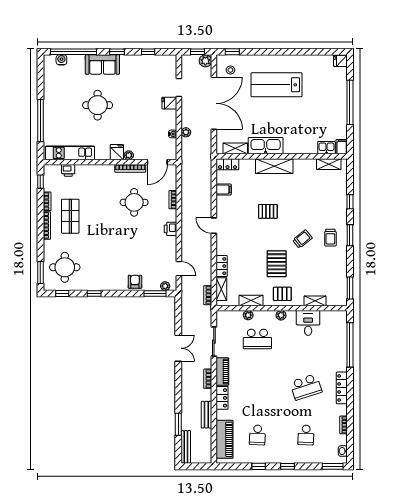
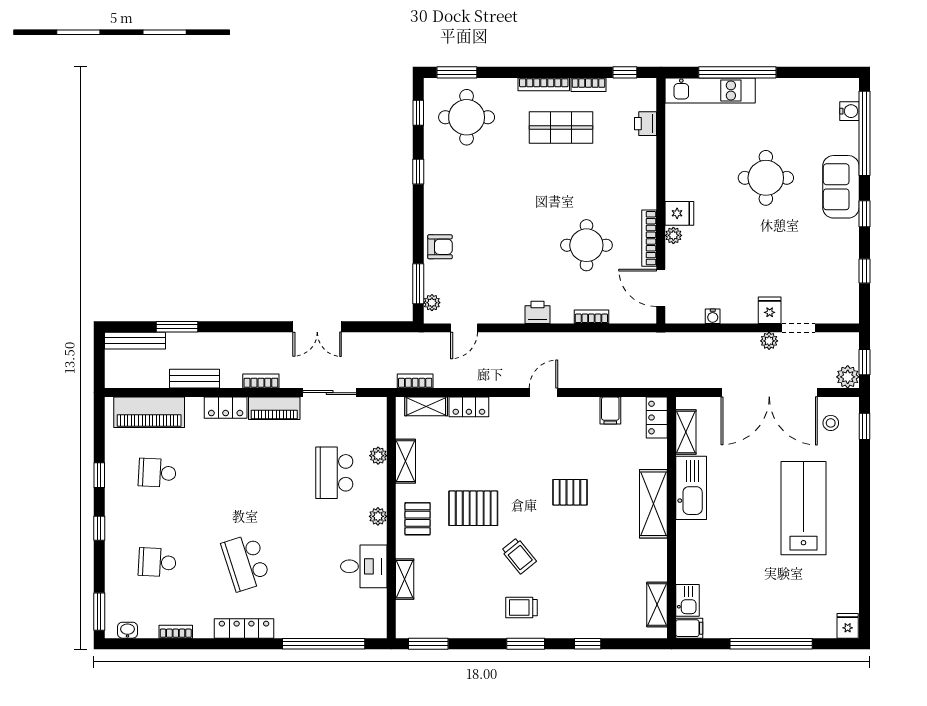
plant: (186, 132) -> (769, 341), moved
kitchen unit: (70, 153) -> (710, 90), moved, turned 90
pallet: (268, 211) -> (570, 492), turned 90

